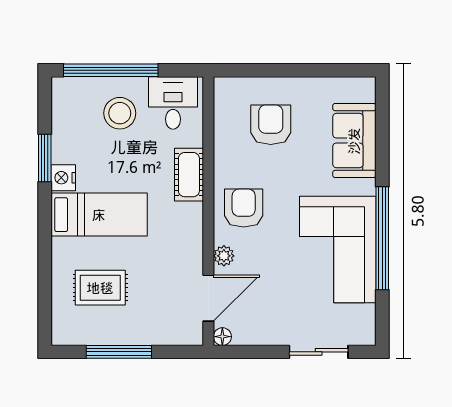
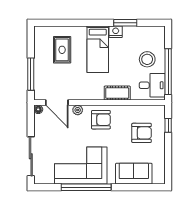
window: (111, 70) -> (168, 72), moved
window: (255, 70) -> (168, 125), added
window: (119, 352) -> (31, 74), moved
sliding door: (319, 352) -> (31, 156), width x1.37

